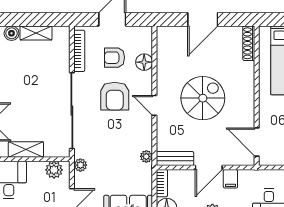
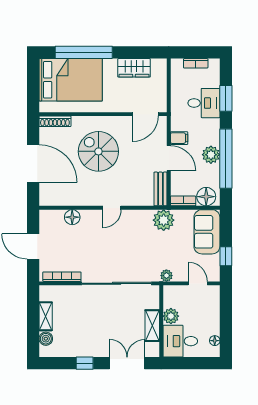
door: (203, 19) -> (33, 164), width x1.36
armchair: (114, 58) -> (68, 244), removed
armchair: (115, 96) -> (103, 244), removed
spiral stairs: (203, 98) -> (98, 151), moved
plant: (146, 156) -> (164, 220), width x1.88, depth x1.88
plant: (54, 170) -> (171, 316), moved

